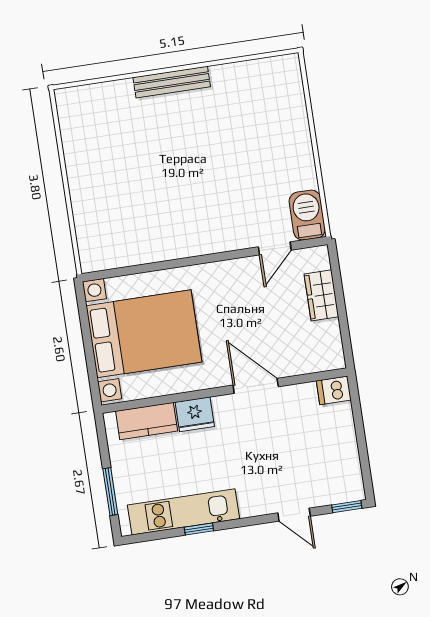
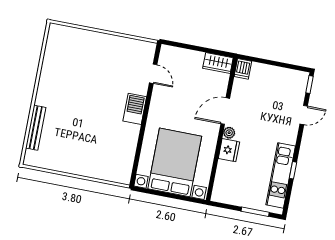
bench: (172, 82) -> (36, 128), moved
barbecue: (307, 215) -> (135, 109), moved, turned 90
wardrobe: (321, 295) -> (218, 63), moved
plant: (223, 405) -> (229, 133), added
kitchen counter: (147, 421) -> (223, 178), removed

